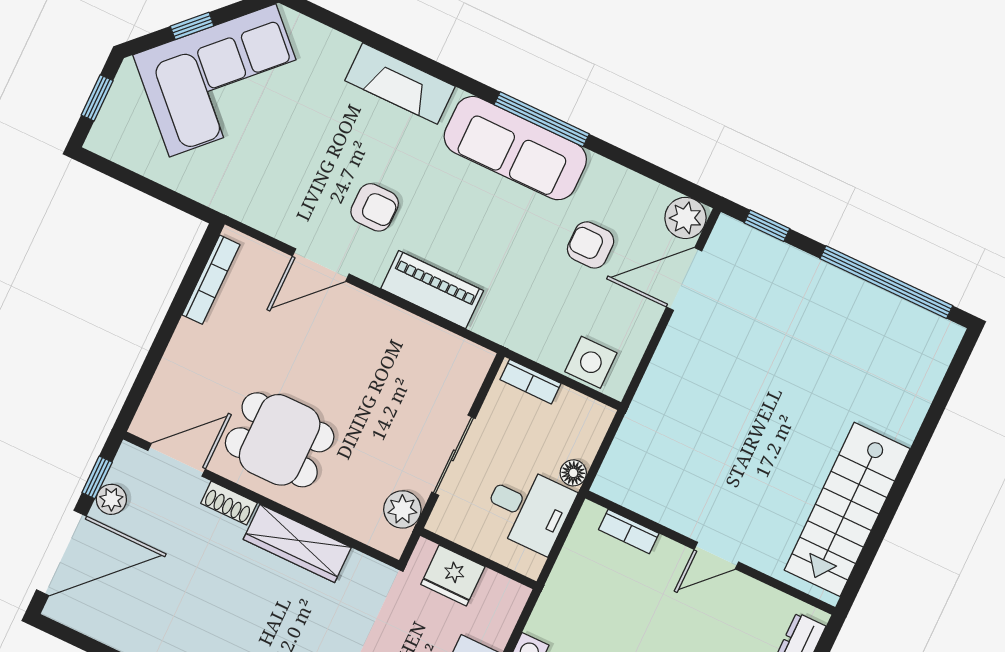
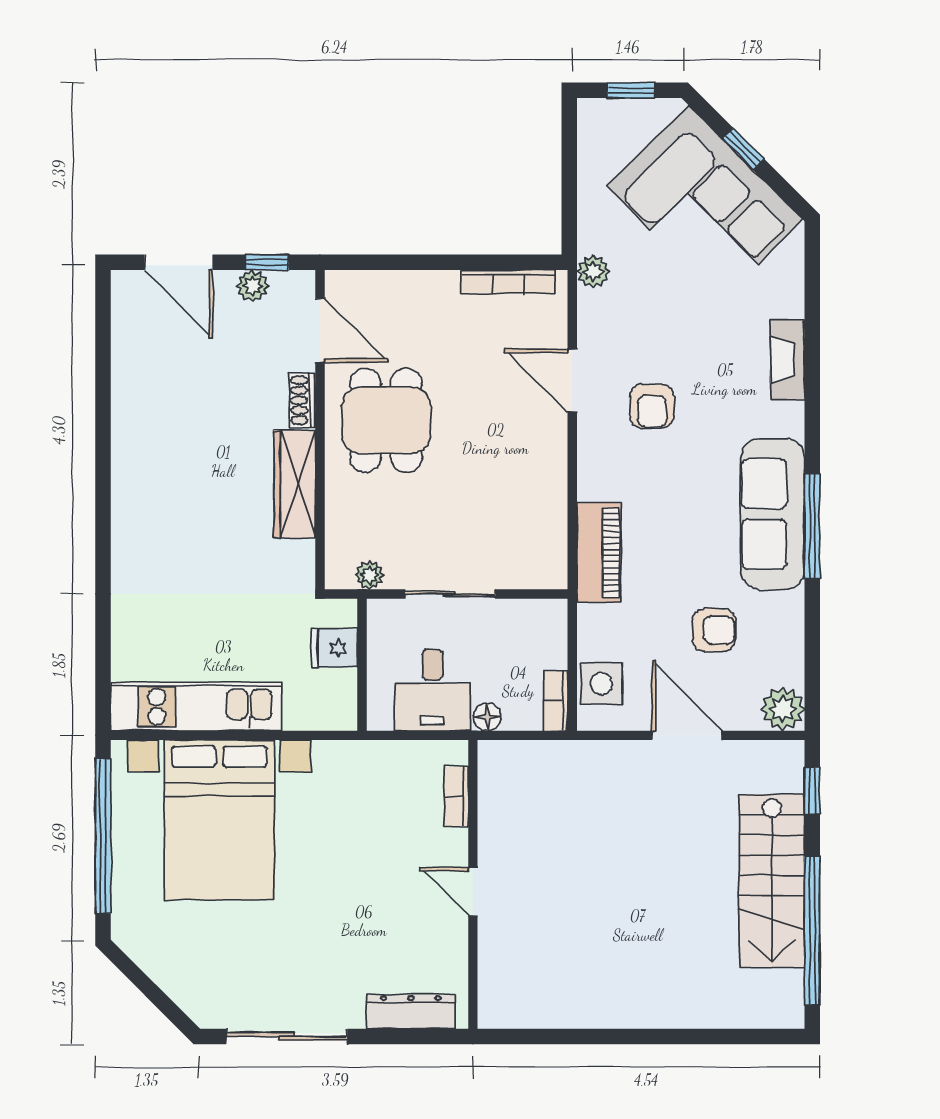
fireplace: (400, 84) -> (788, 360), width x0.73, depth x0.76
plant: (236, 203) -> (593, 272), added
armchair: (591, 245) -> (714, 630), turned 90
door: (684, 279) -> (687, 735), moved
piano: (432, 290) -> (599, 553), moved
bookcase: (530, 382) -> (556, 701), moved
plant: (402, 509) -> (369, 575), width x0.73, depth x0.73
stairs: (847, 509) -> (772, 881), moved, turned -90
door: (61, 553) -> (179, 262), width x0.73
fridge: (453, 576) -> (334, 648), width x0.72

